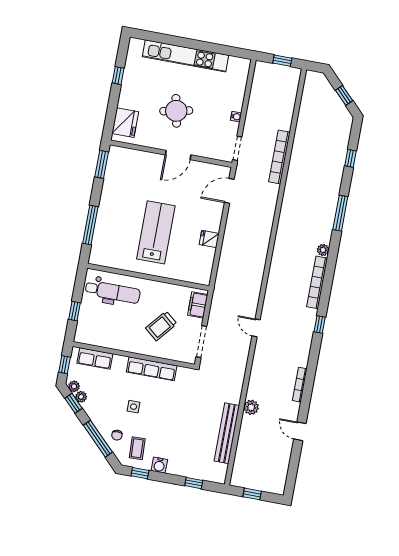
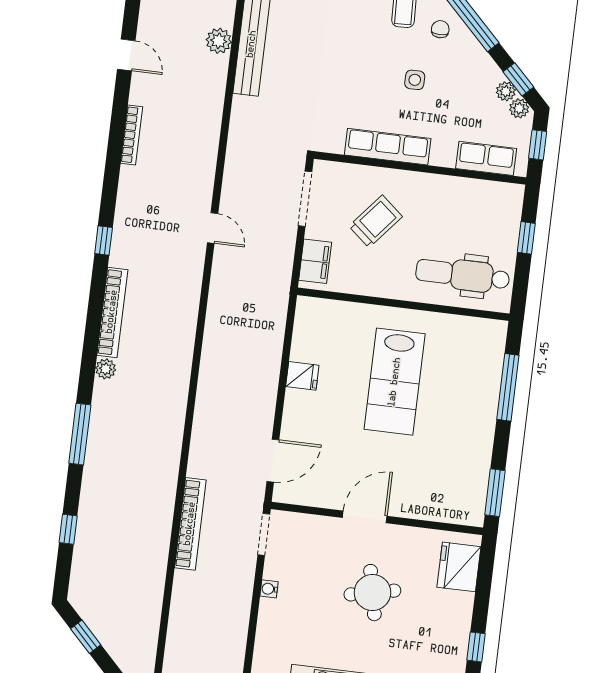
plant: (251, 407) -> (219, 41), moved

